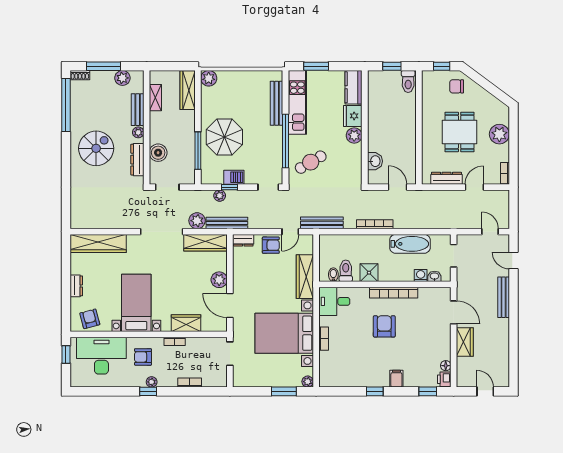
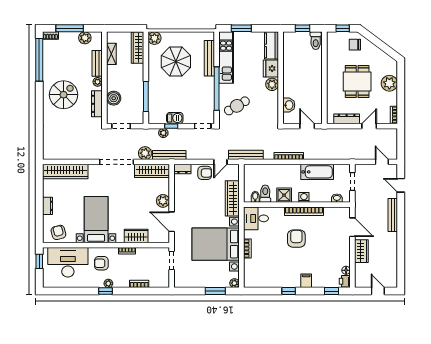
parasol: (224, 137) -> (176, 62), moved
washing machine: (421, 275) -> (304, 197), moved

